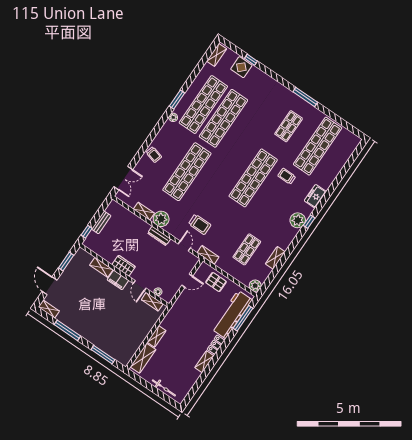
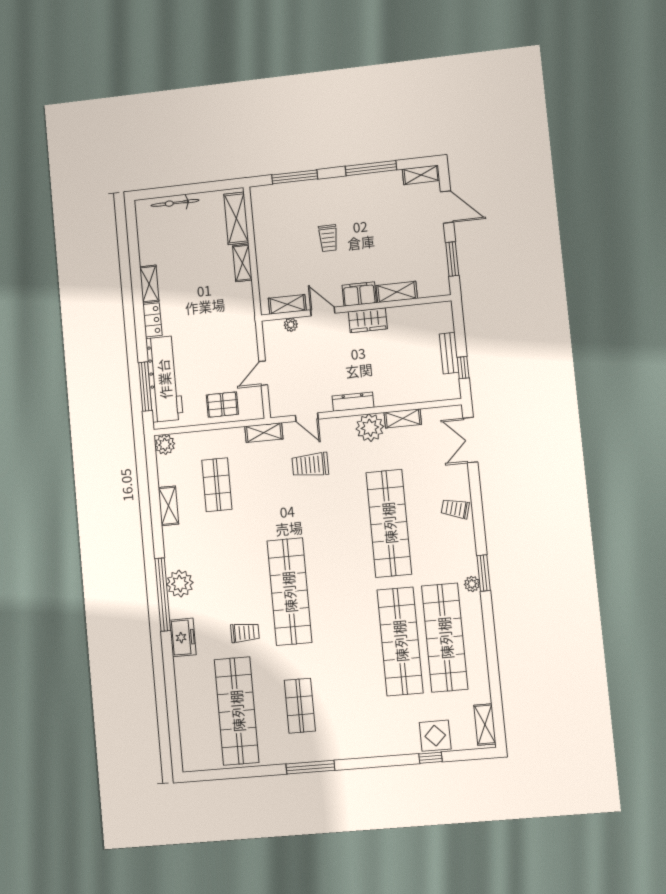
window: (177, 100) -> (484, 573), moved
window: (309, 222) -> (163, 595), width x3.17
window: (87, 232) -> (463, 368), moved
trolley: (111, 316) -> (328, 238), added

